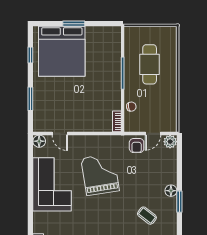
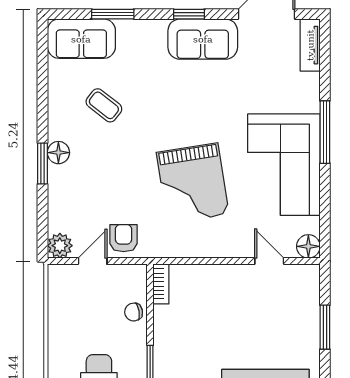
window: (30, 201) -> (325, 132), added
window: (179, 202) -> (43, 163), moved

